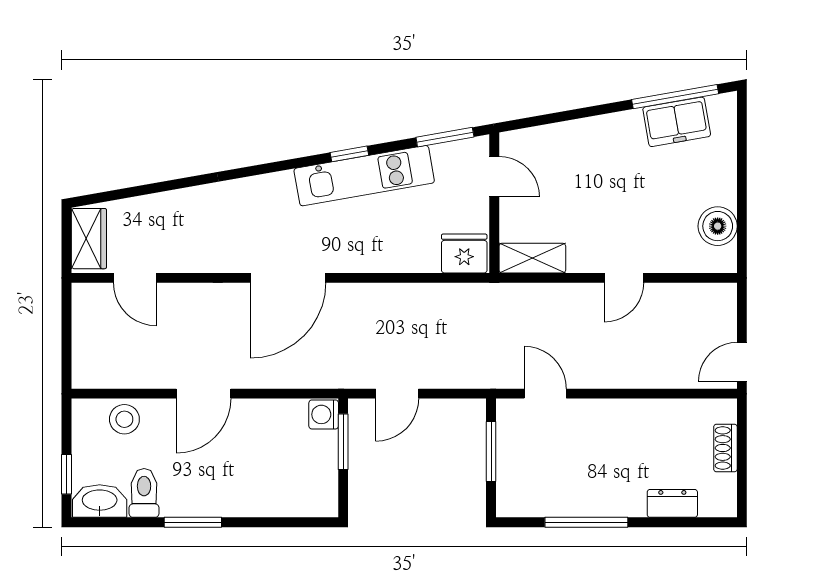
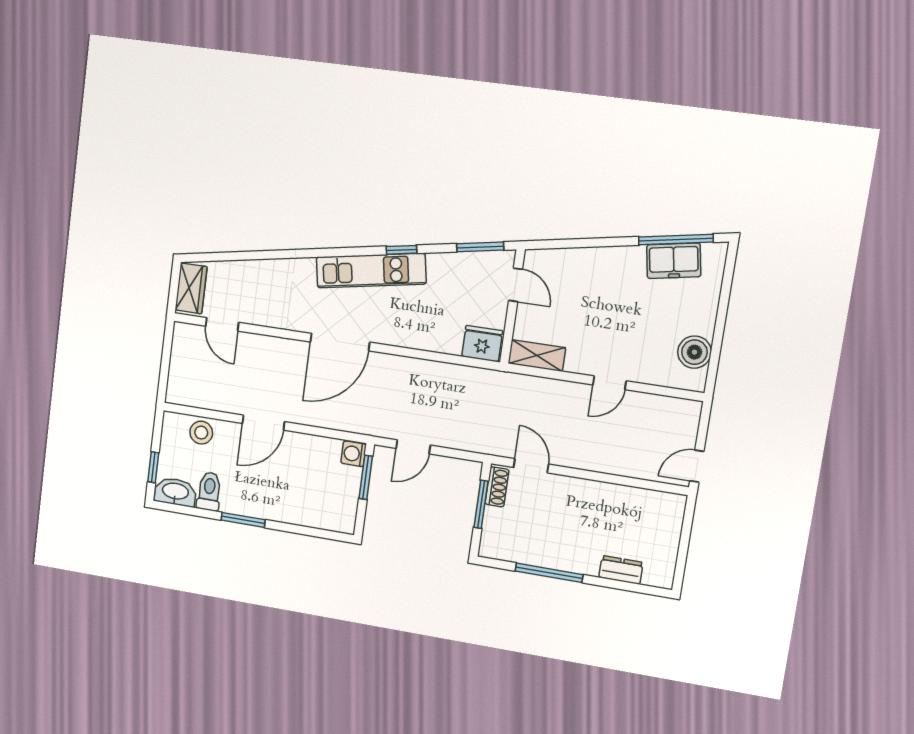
kitchen unit: (364, 176) -> (371, 271), moved
shoe rack: (725, 448) -> (497, 487), moved, turned 180

